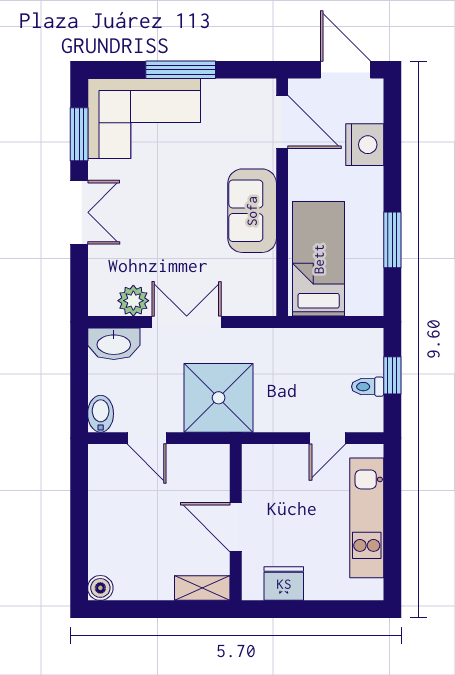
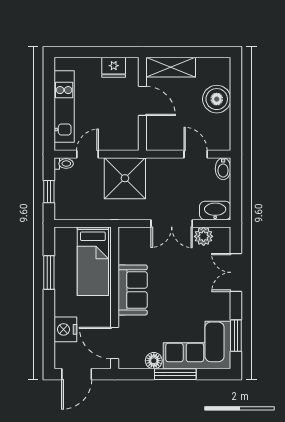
door: (346, 70) -> (77, 374), hinge flipped
floor lamp: (217, 92) -> (154, 361), added
double door: (79, 212) -> (236, 272), moved
toilet: (368, 387) -> (64, 164), moved
shower: (219, 398) -> (125, 178), moved
boiler: (100, 588) -> (217, 99), moved, width x1.86, depth x1.86
shelving: (202, 588) -> (171, 67), width x1.50, depth x1.33

